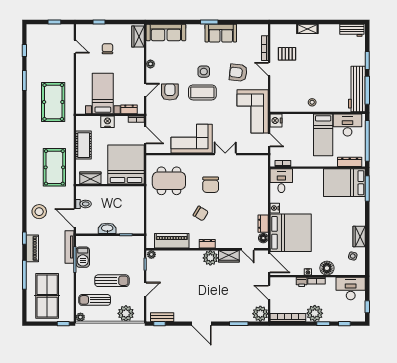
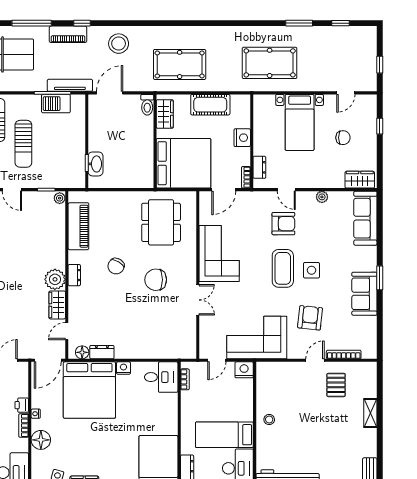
bed with nightstands: (103, 93) -> (300, 122), moved, turned 90
toilet: (84, 204) -> (147, 105), moved
washbasin: (107, 228) -> (96, 164), moved

